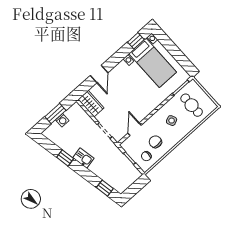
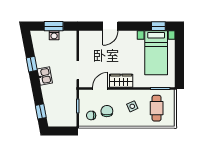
wardrobe: (91, 104) -> (121, 81), moved, turned -90

